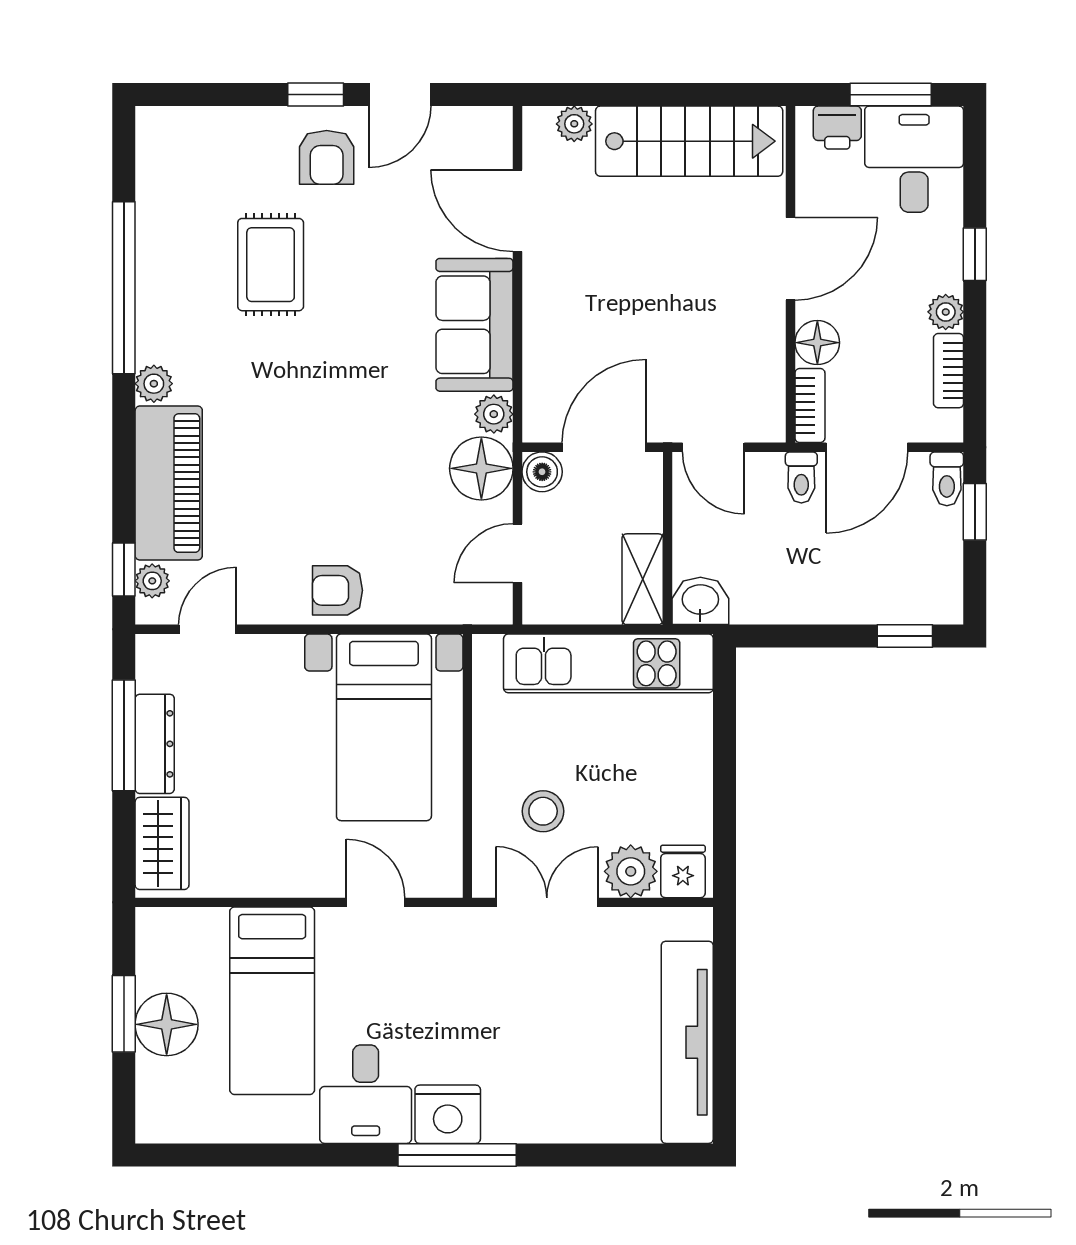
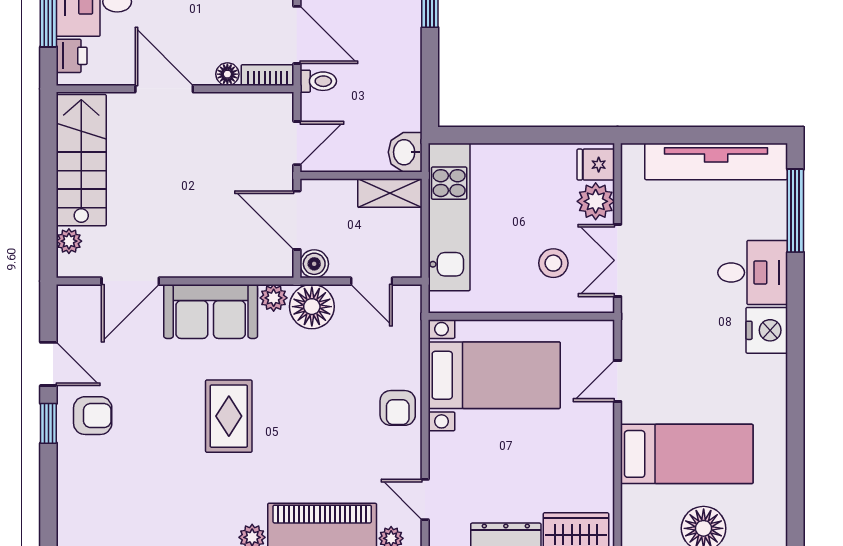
rug: (271, 265) -> (229, 416), moved, turned 90
floor lamp: (817, 343) -> (227, 74), width x0.73, depth x0.73
desk: (366, 1094) -> (753, 273), moved
window: (457, 1155) -> (795, 211), moved

